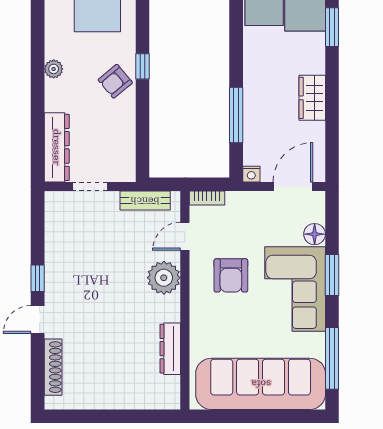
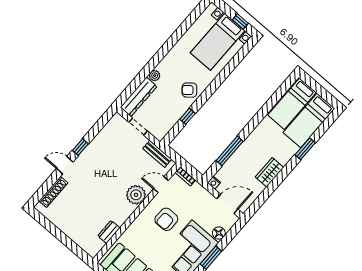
window: (142, 66) -> (188, 116), moved
plant: (54, 69) -> (155, 76), moved
dresser: (170, 349) -> (109, 232), width x0.70

